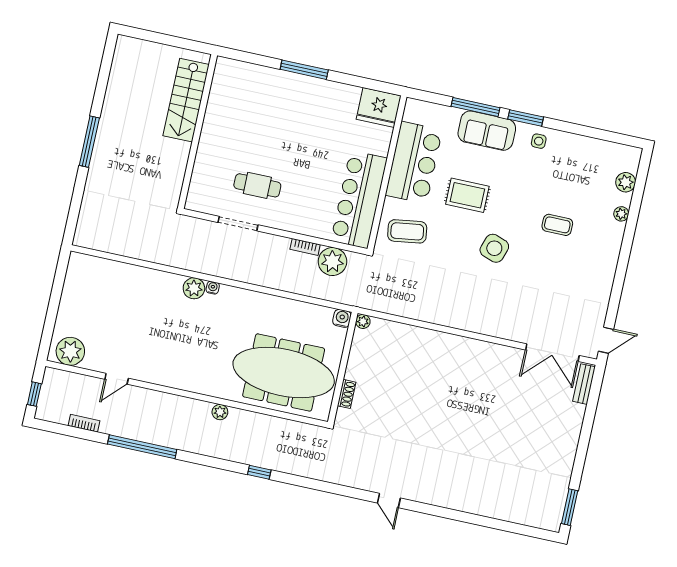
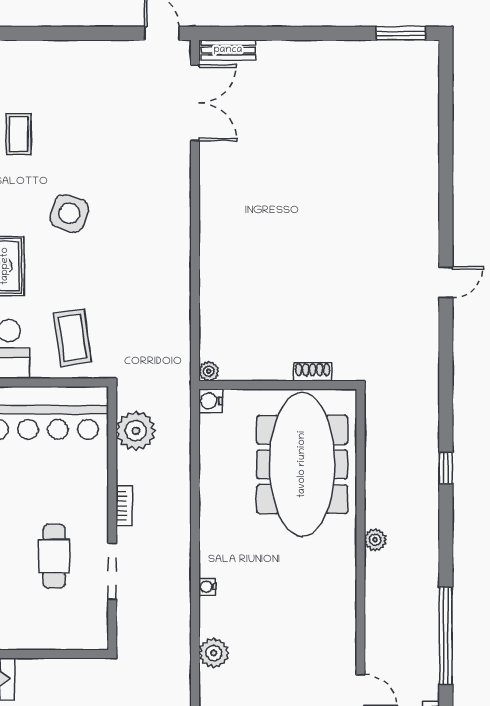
bookcase: (305, 247) -> (124, 506), moved
plant: (194, 288) -> (214, 653), moved

